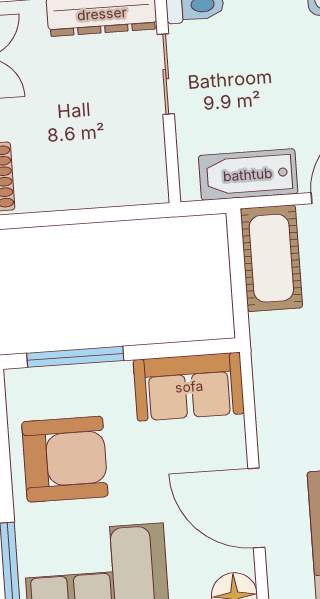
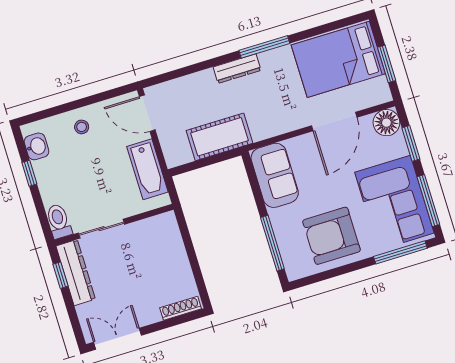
cot: (271, 258) -> (220, 137), moved
armchair: (65, 459) -> (331, 236), turned -90

